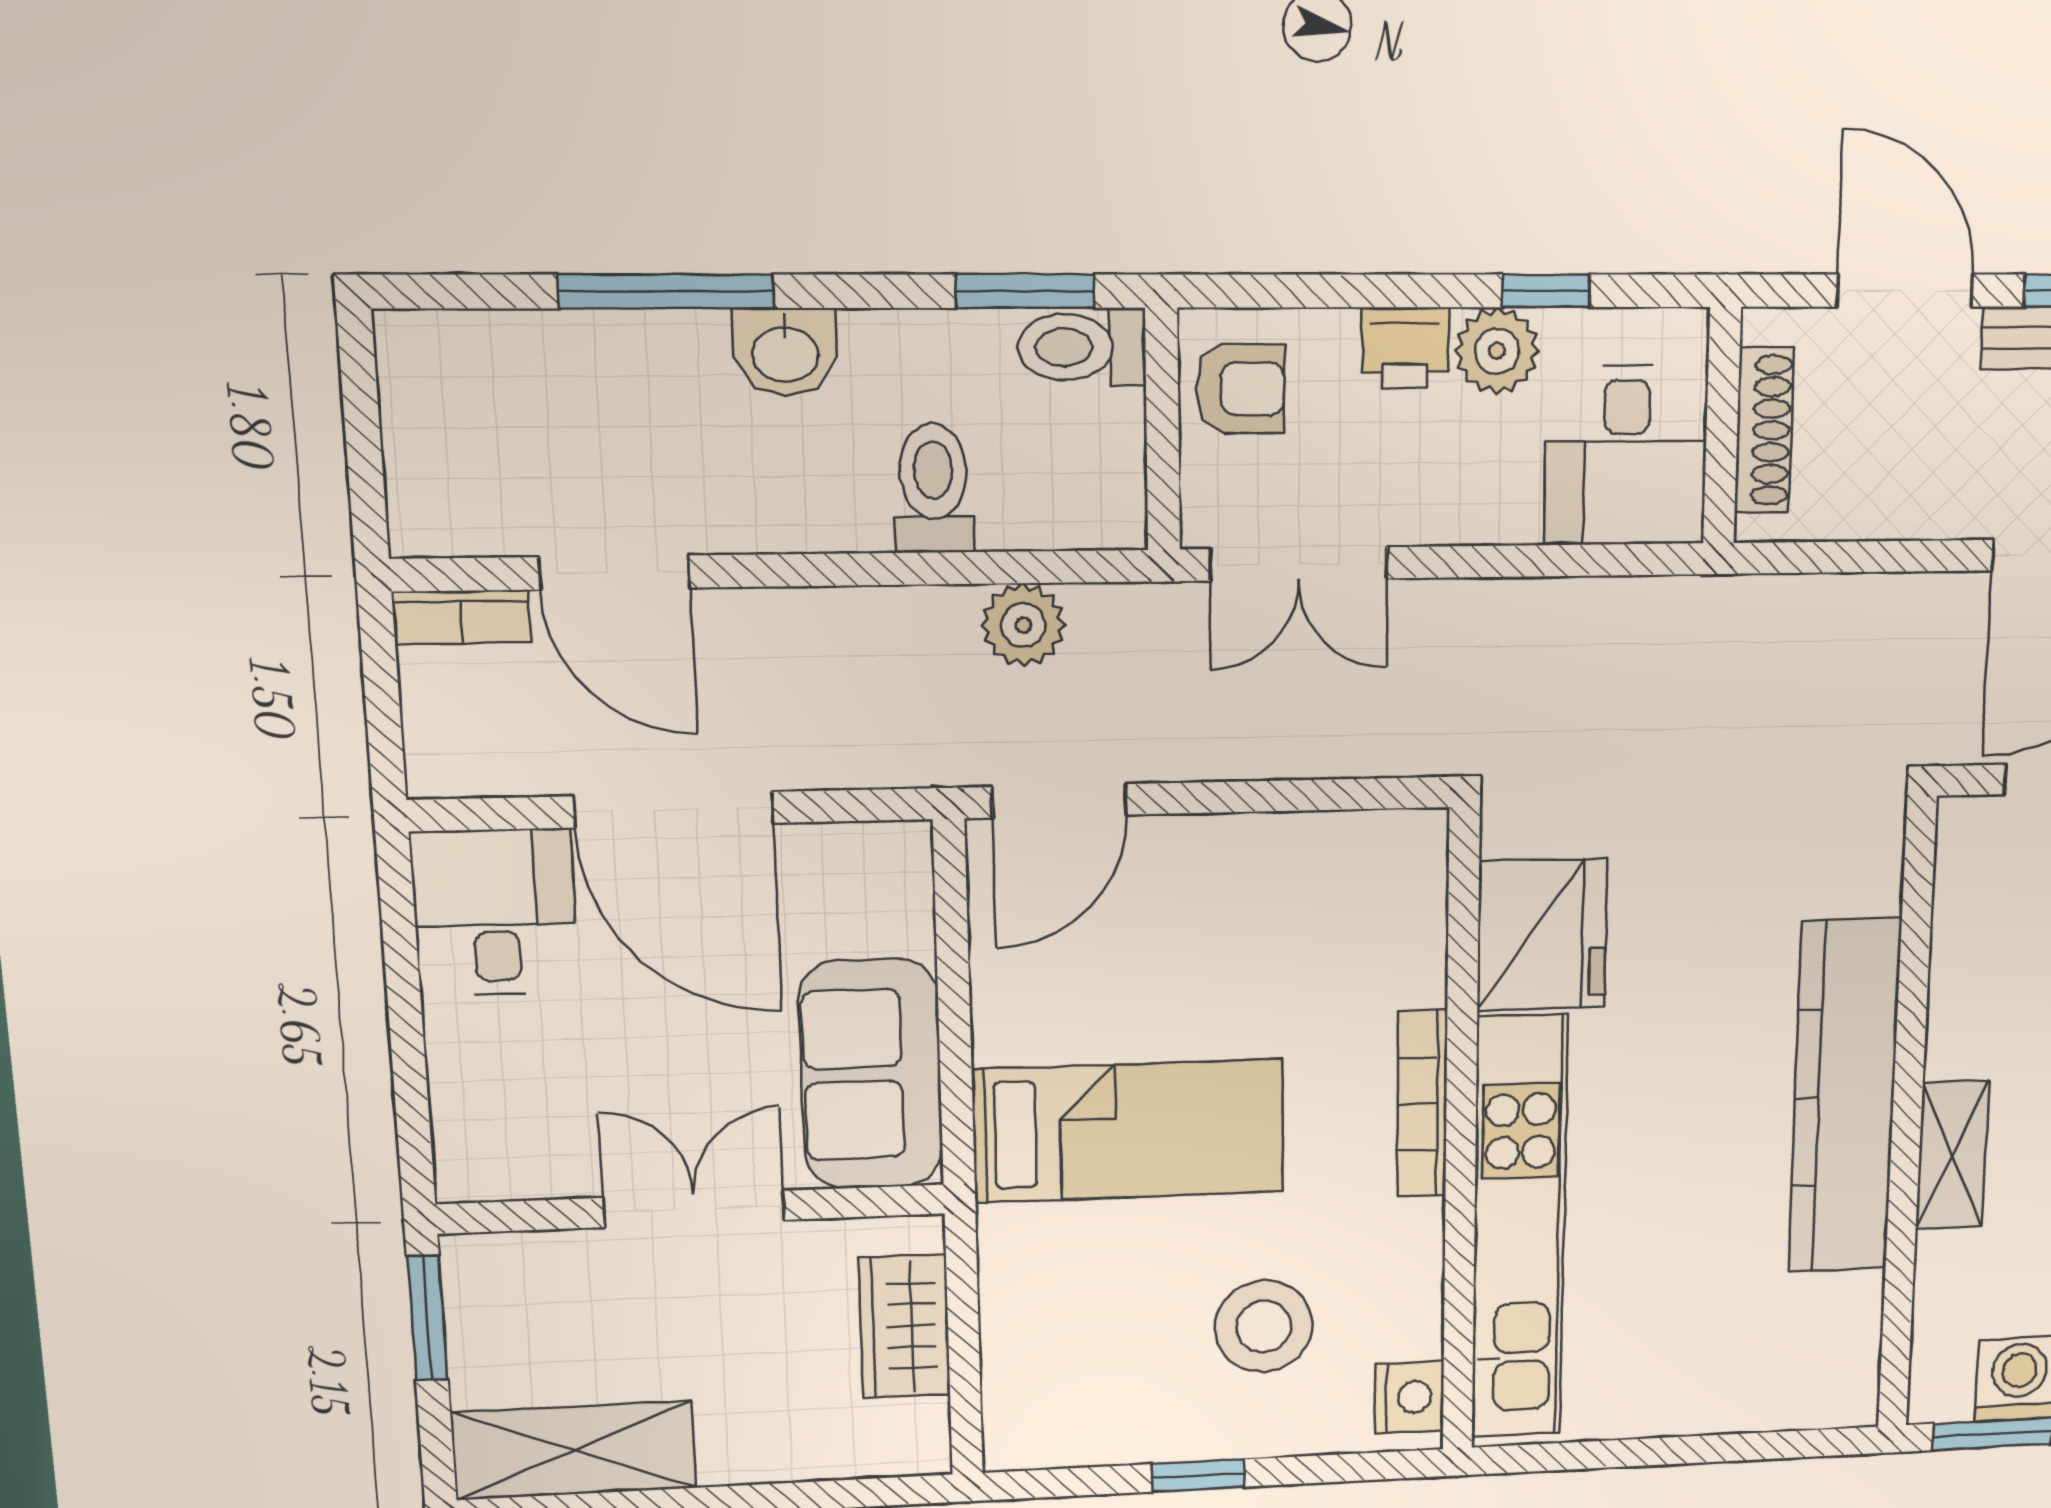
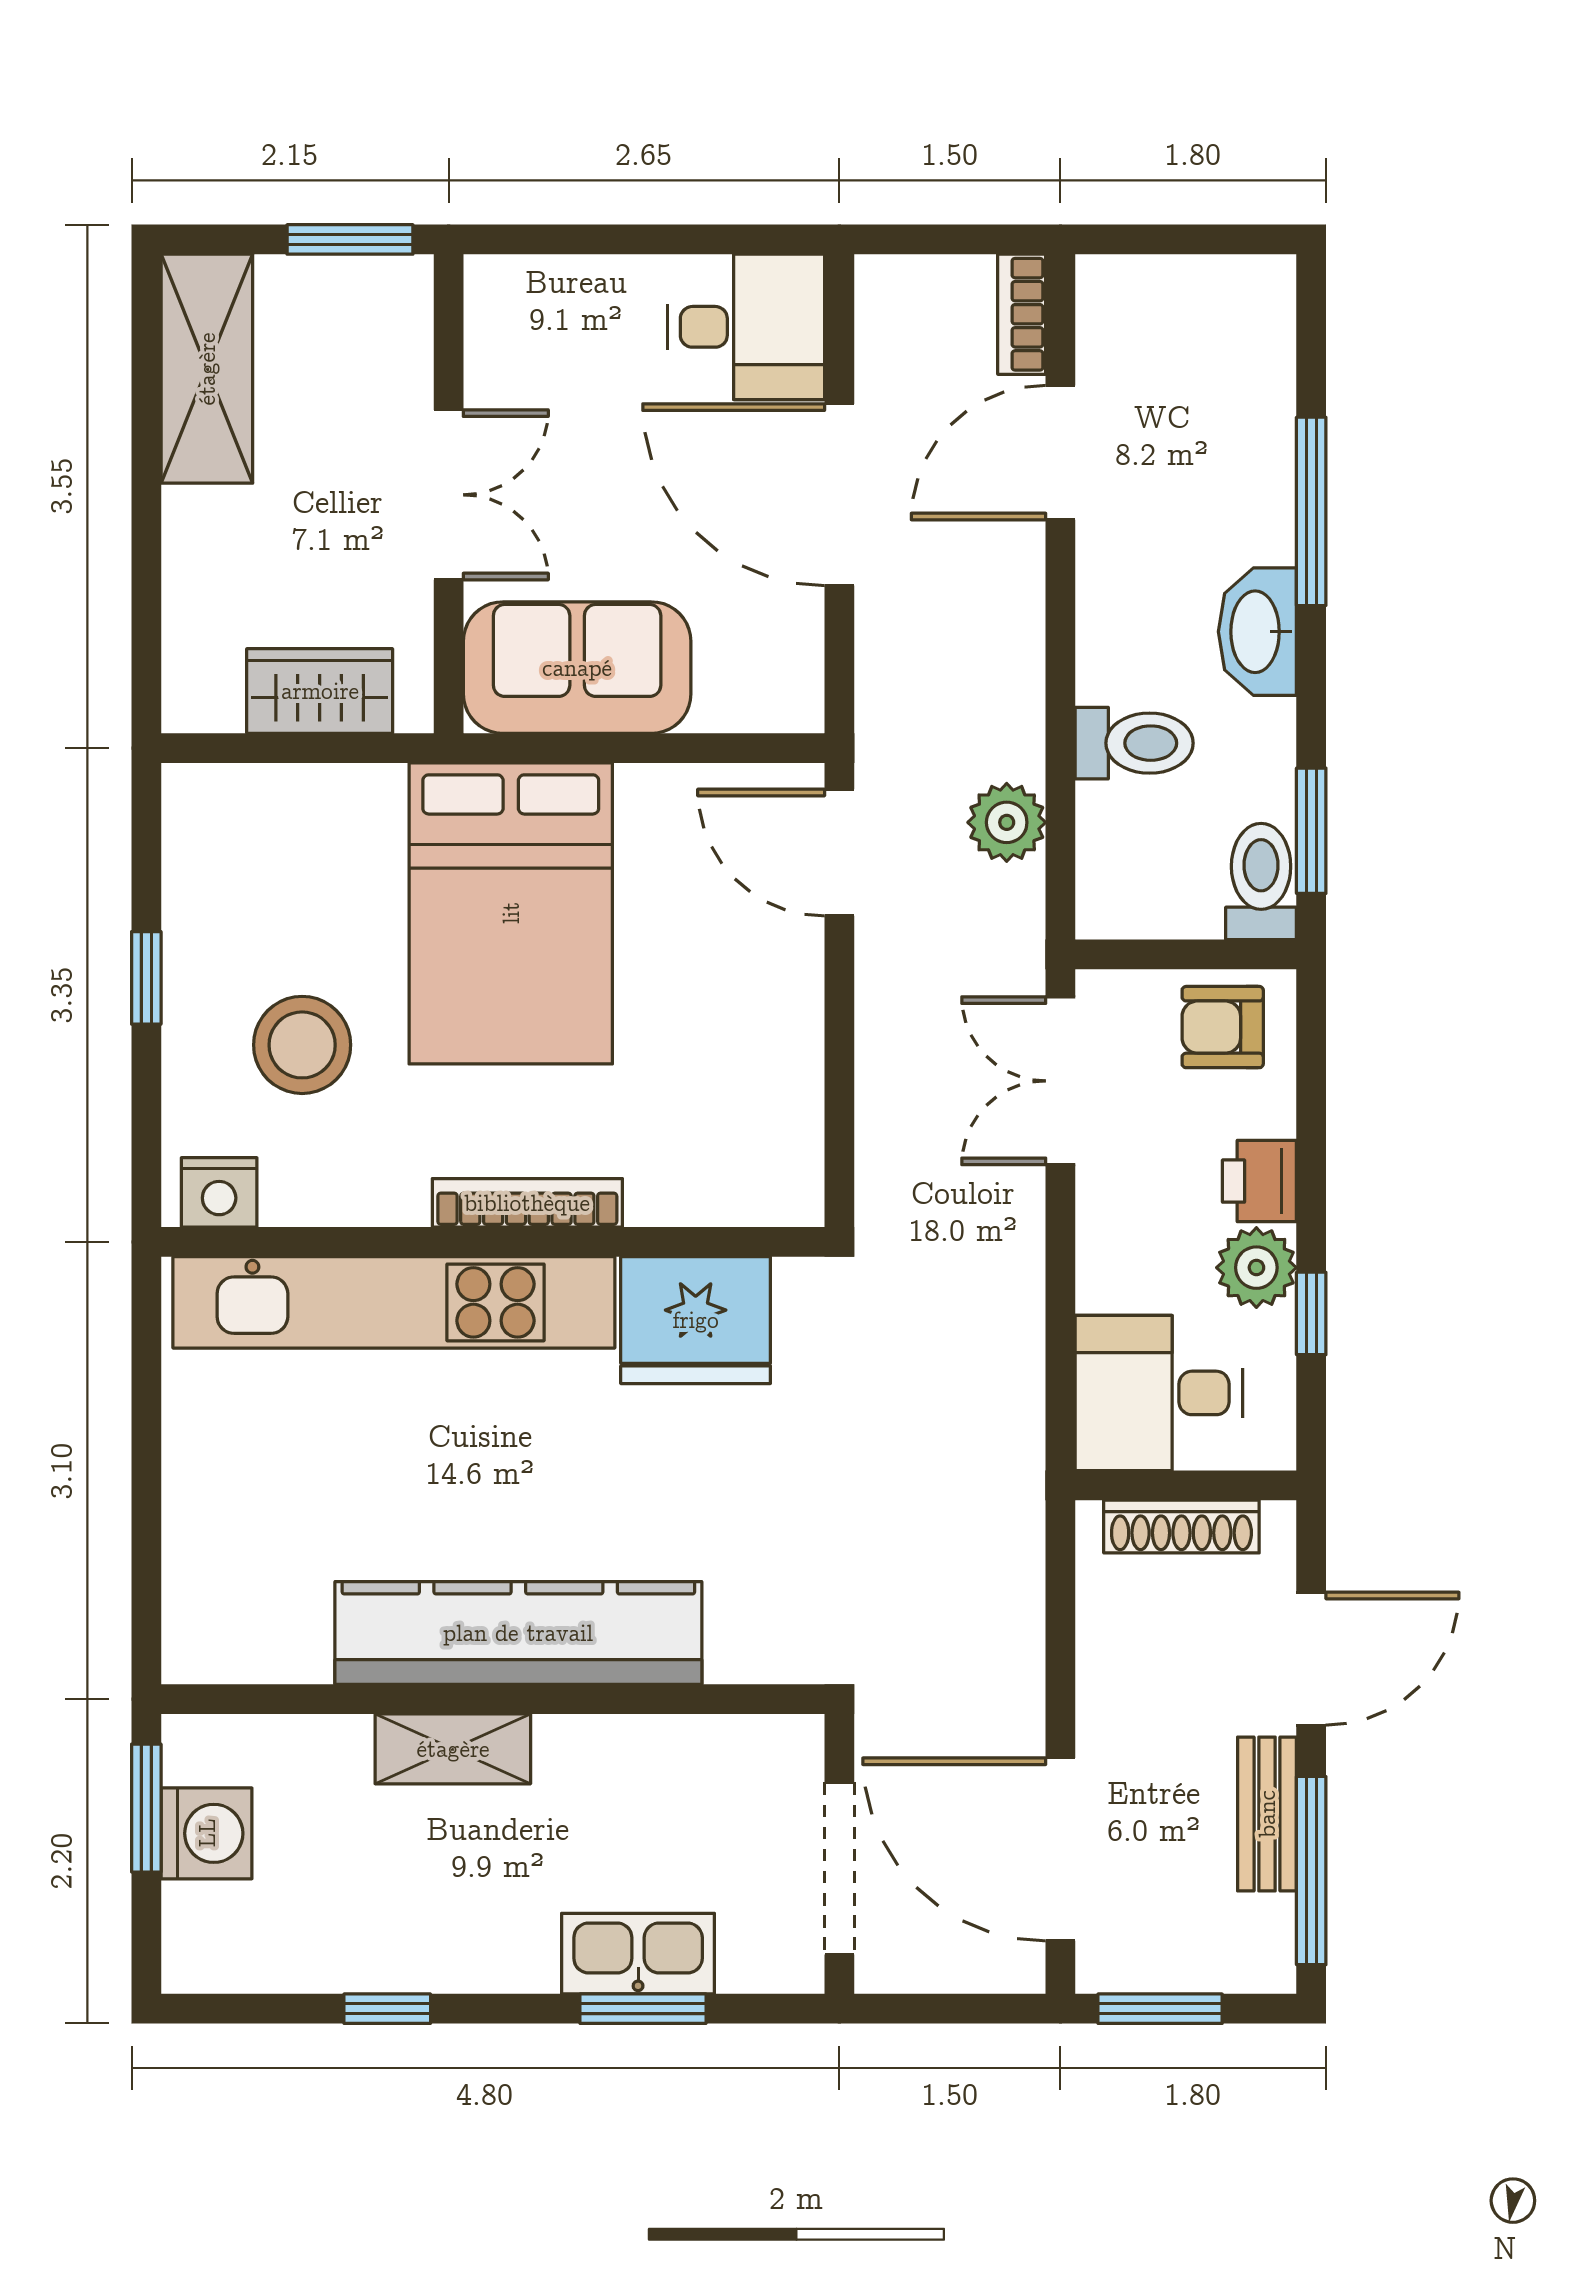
washbasin: (785, 352) -> (1257, 632), width x1.38
armchair: (1240, 389) -> (1223, 1027), turned 90
door: (674, 810) -> (839, 495), hinge flipped
bed: (1129, 1131) -> (511, 913), width x1.50

